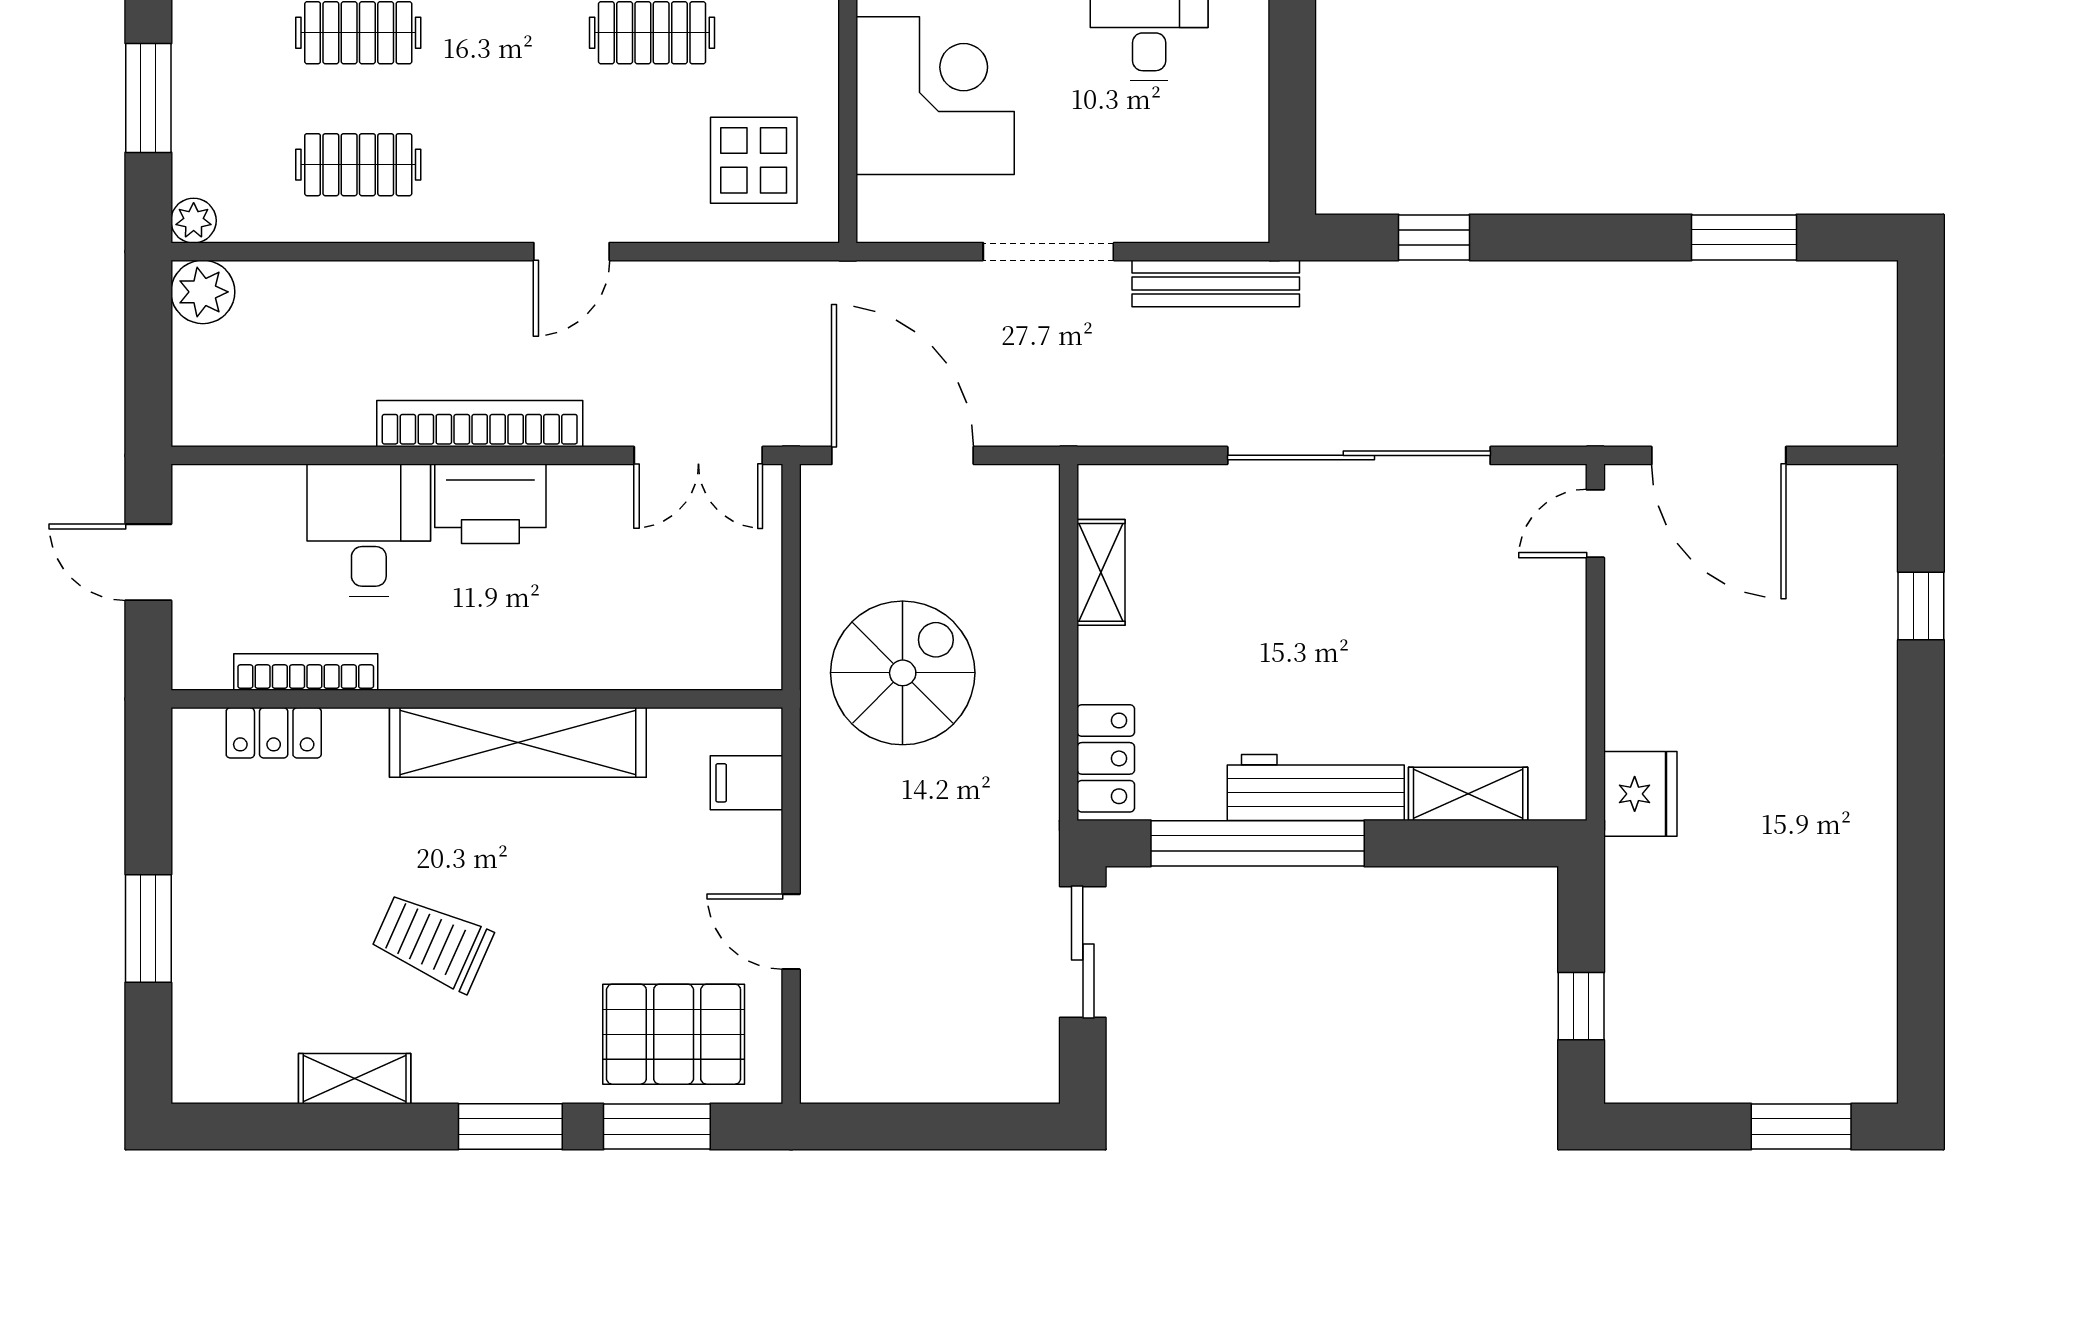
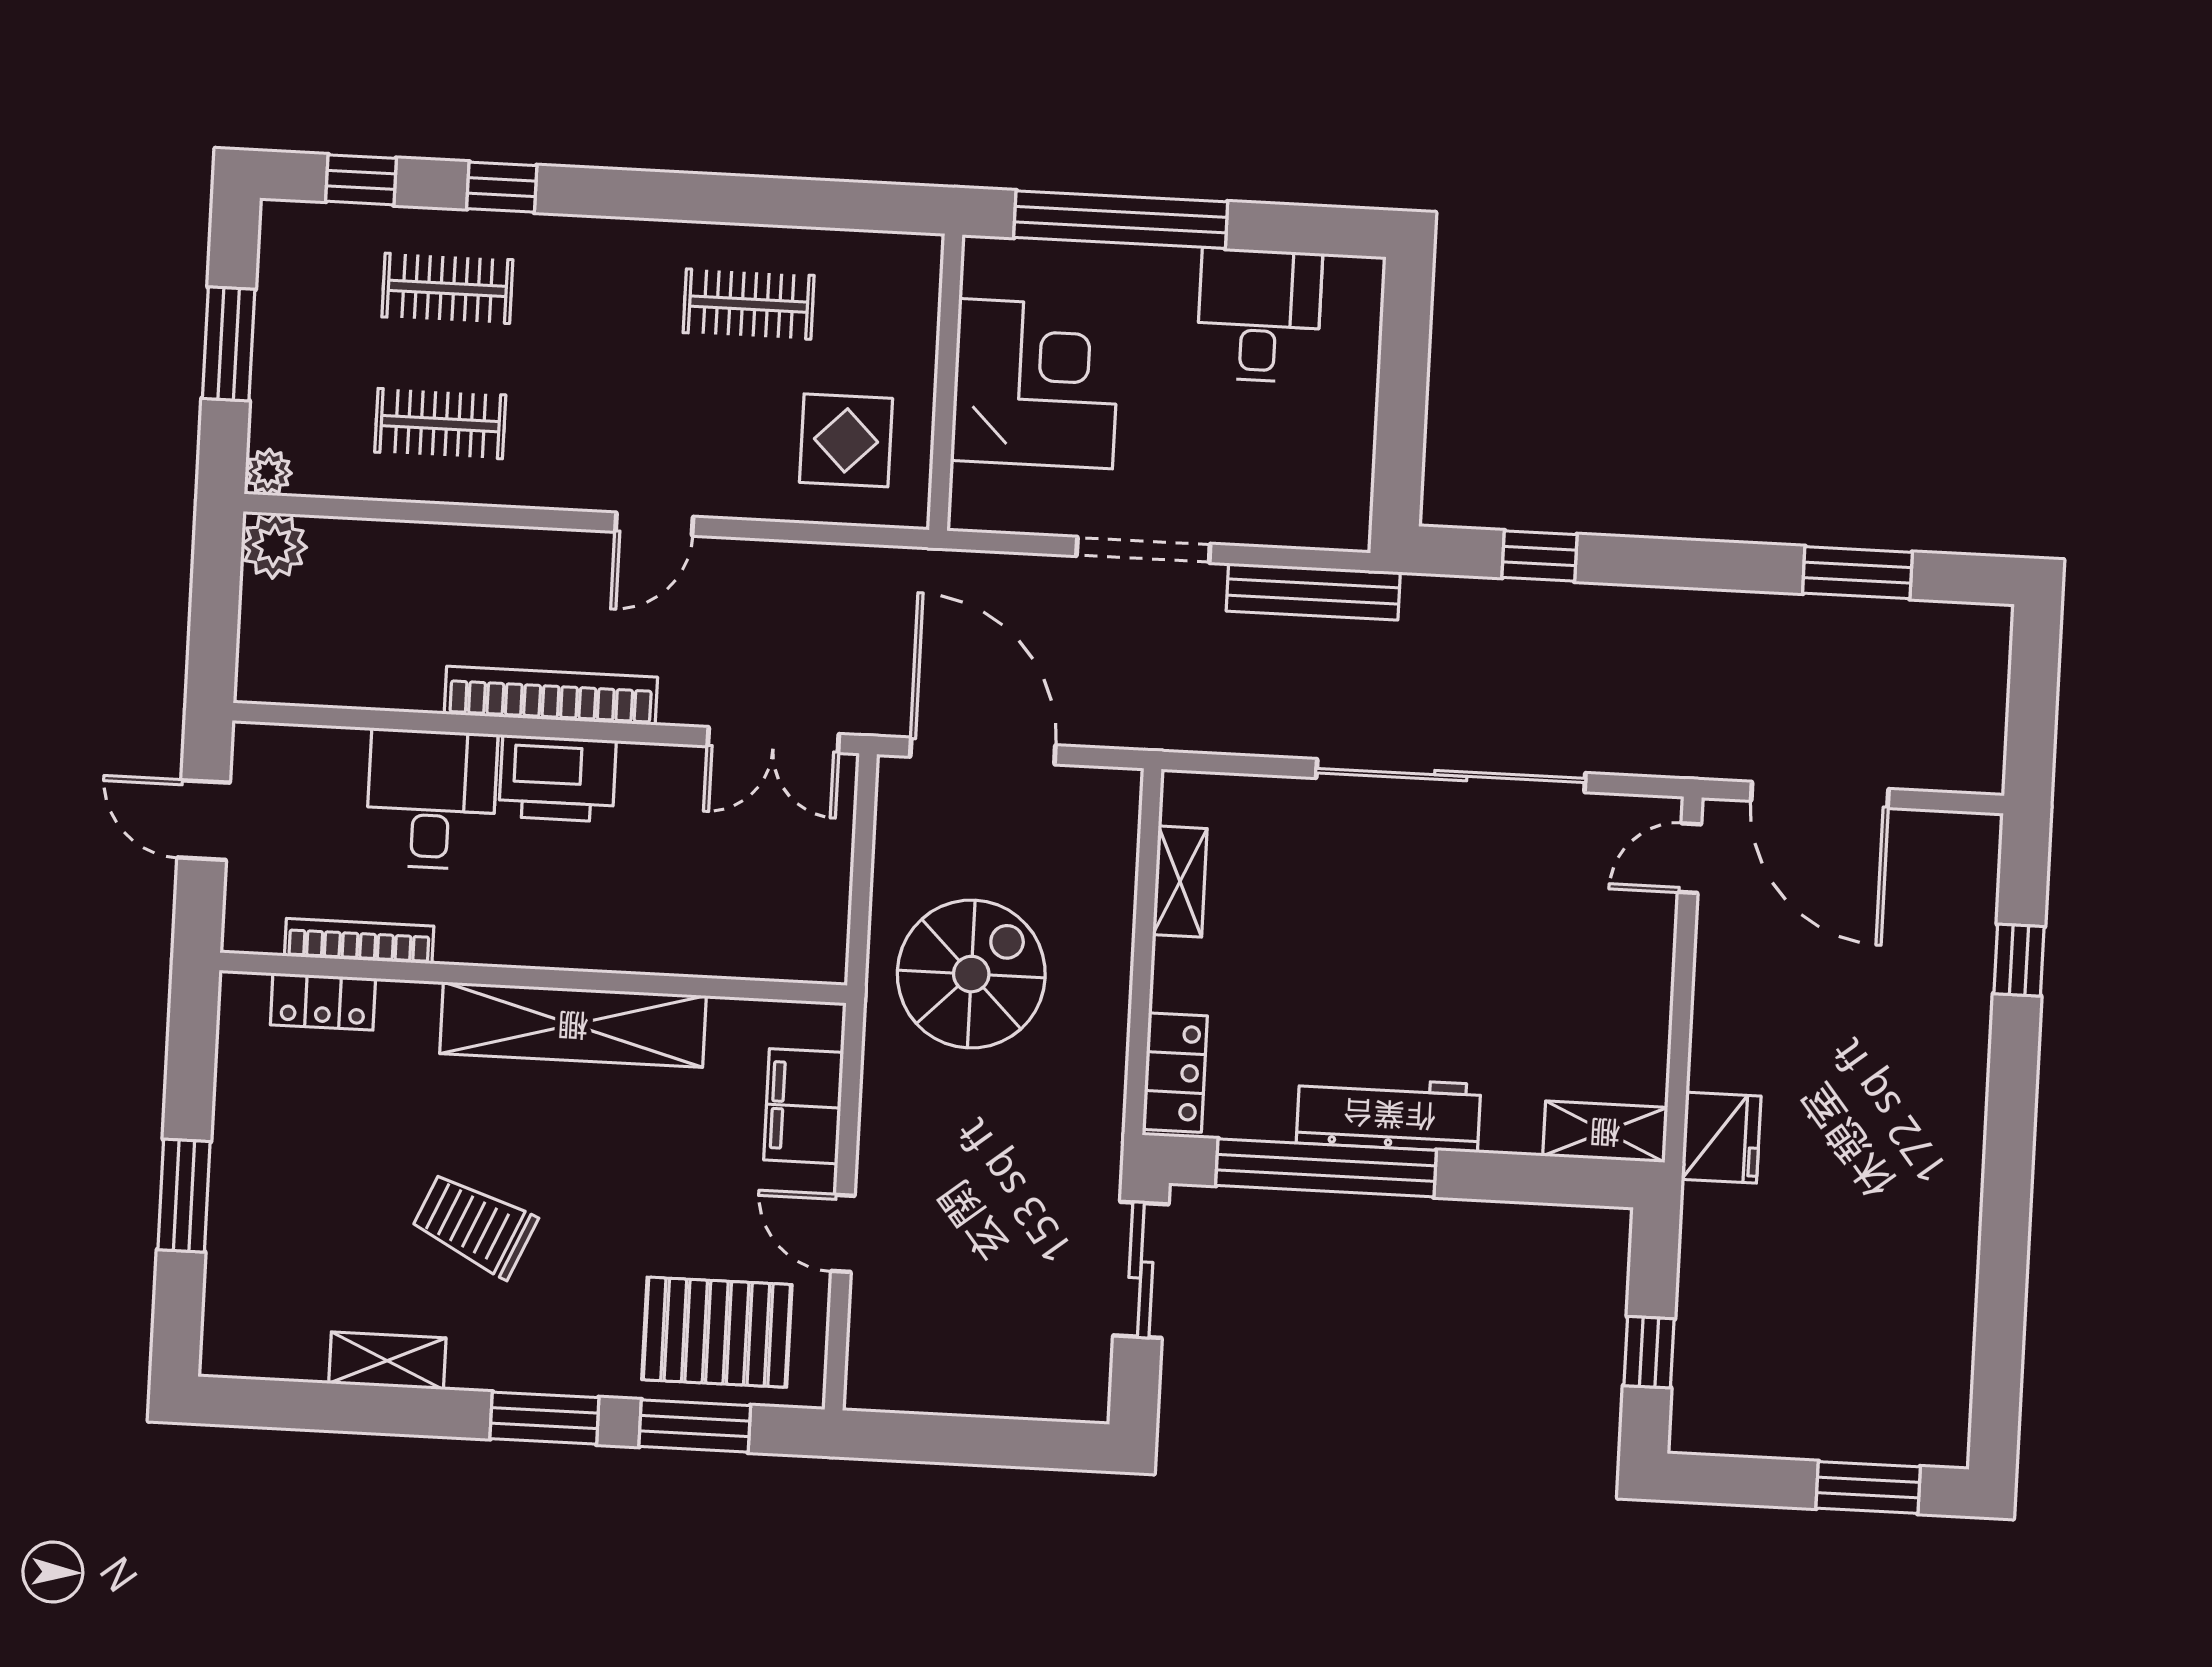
filing cabinet: (746, 783) -> (804, 1106), width x2.00
shelving: (1468, 794) -> (1605, 1132), moved

